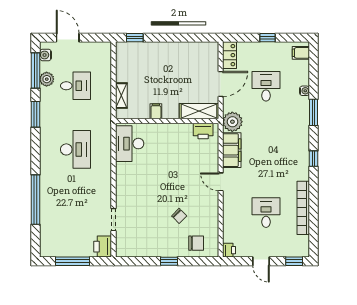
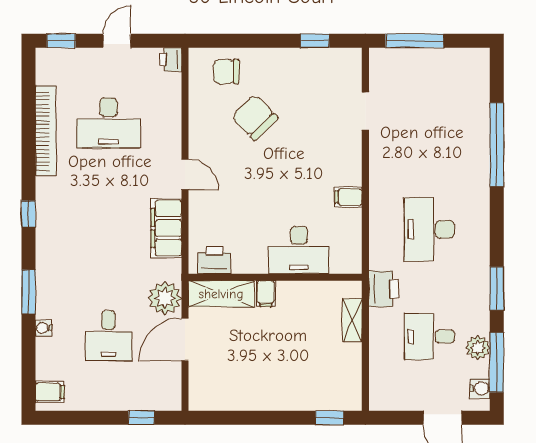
window: (267, 38) -> (141, 418), moved
locker: (229, 55) -> (170, 388), removed
filing cabinet: (156, 111) -> (266, 294), moved
plant: (232, 122) -> (165, 298), moved
desk: (130, 144) -> (299, 250), moved, turned 90
filing cabinet: (124, 169) -> (348, 197), added
desk: (266, 213) -> (108, 123), width x1.37
chair: (179, 216) -> (255, 117), width x1.87, depth x1.87
printer: (103, 247) -> (384, 289), moved
window: (73, 261) -> (415, 41), moved
window: (169, 261) -> (315, 41), moved
door: (261, 261) -> (117, 41), hinge flipped

